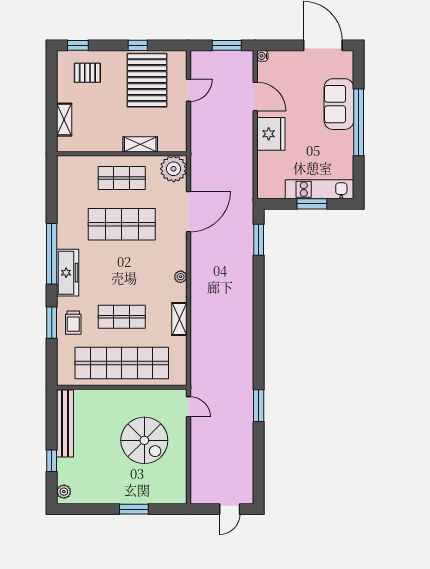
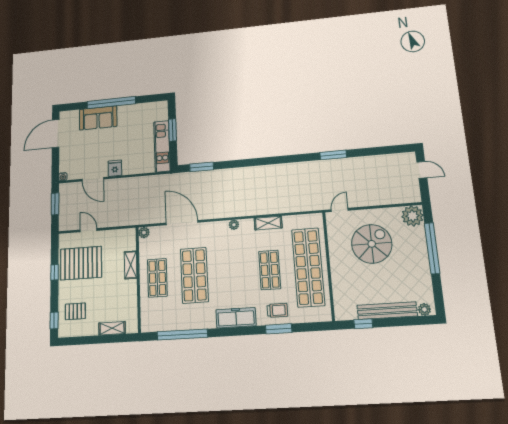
pallet: (87, 73) -> (75, 311), turned 90
door: (255, 96) -> (93, 179), swing flipped
fridge: (271, 134) -> (115, 168), width x0.53, depth x0.75
plant: (174, 169) -> (144, 233), width x0.53, depth x0.53
kitchen unit: (319, 189) -> (162, 146), moved
window: (52, 254) -> (182, 334), moved
bench: (65, 423) -> (387, 311), moved
window: (52, 461) -> (363, 324), moved
plant: (174, 491) -> (412, 216), added
window: (134, 509) -> (432, 248), width x2.11

